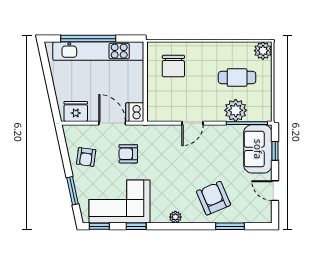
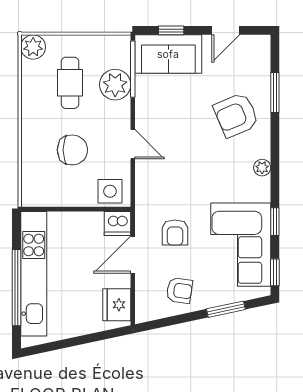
chair: (173, 66) -> (72, 150), moved
side table: (158, 107) -> (110, 191), added

